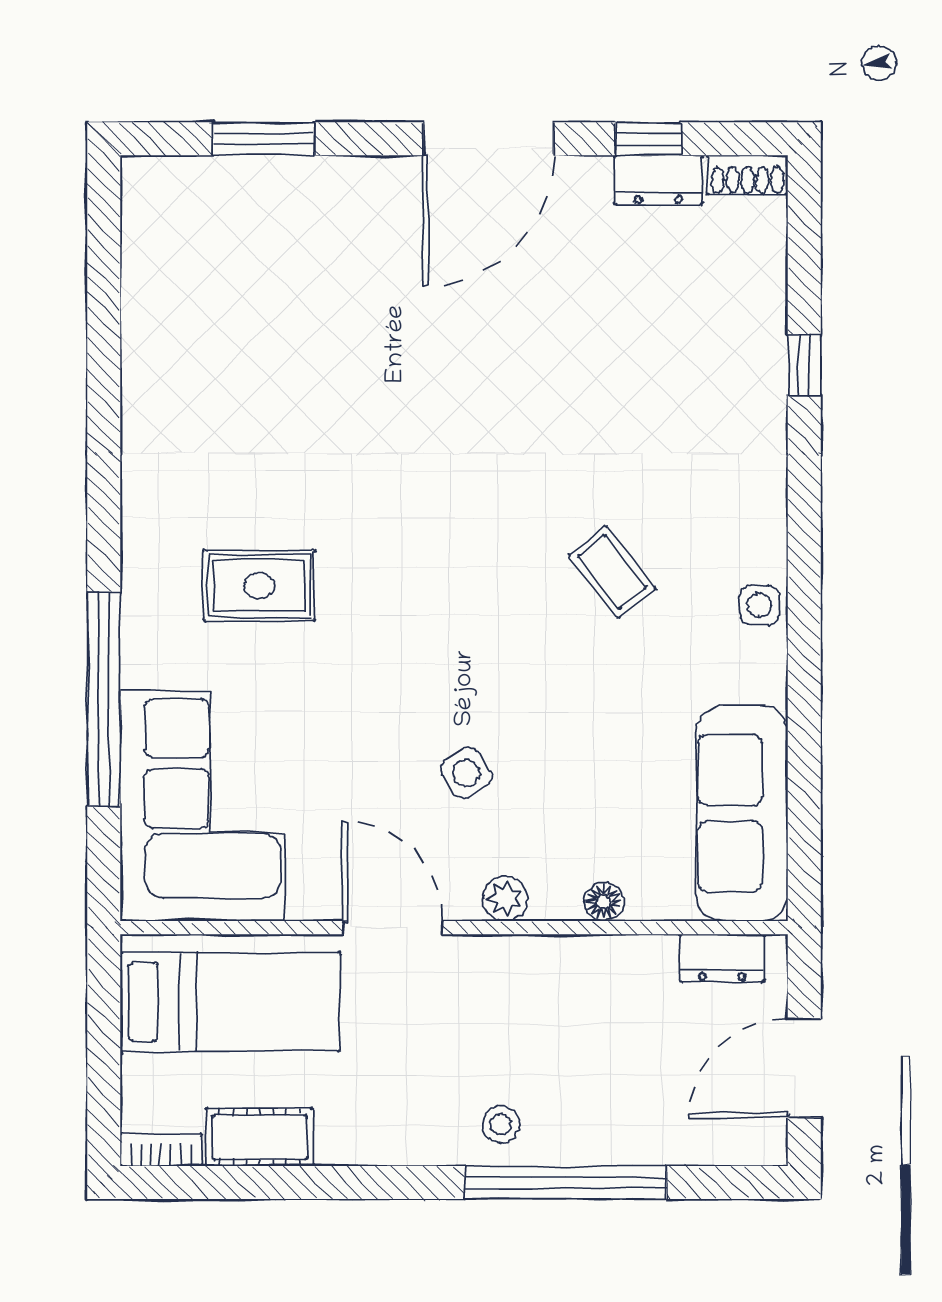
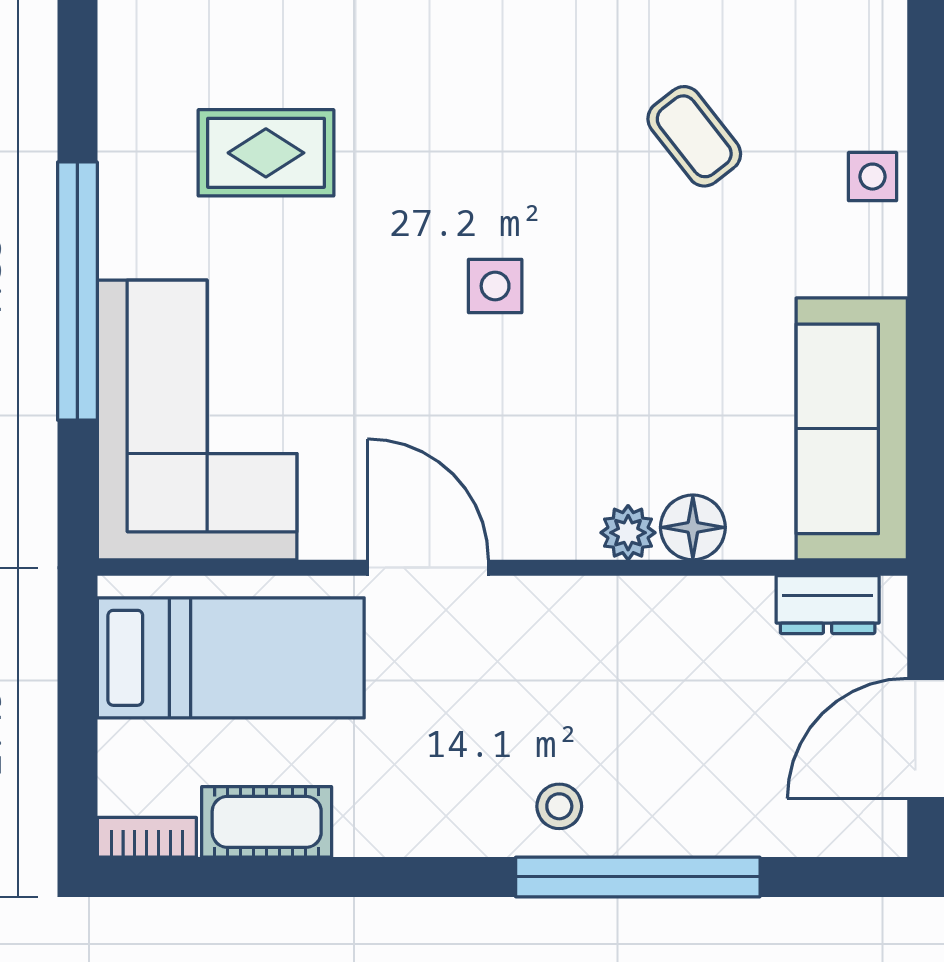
side table: (466, 773) -> (495, 286), moved, turned 30
plant: (505, 899) -> (628, 533), moved
floor lamp: (604, 902) -> (693, 527), width x1.37, depth x1.37

